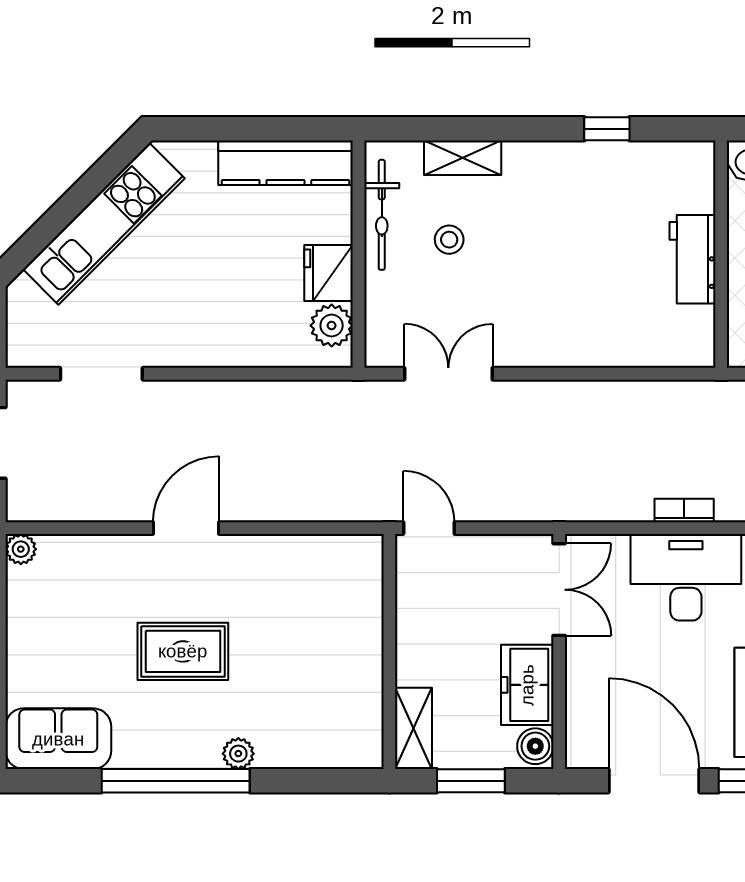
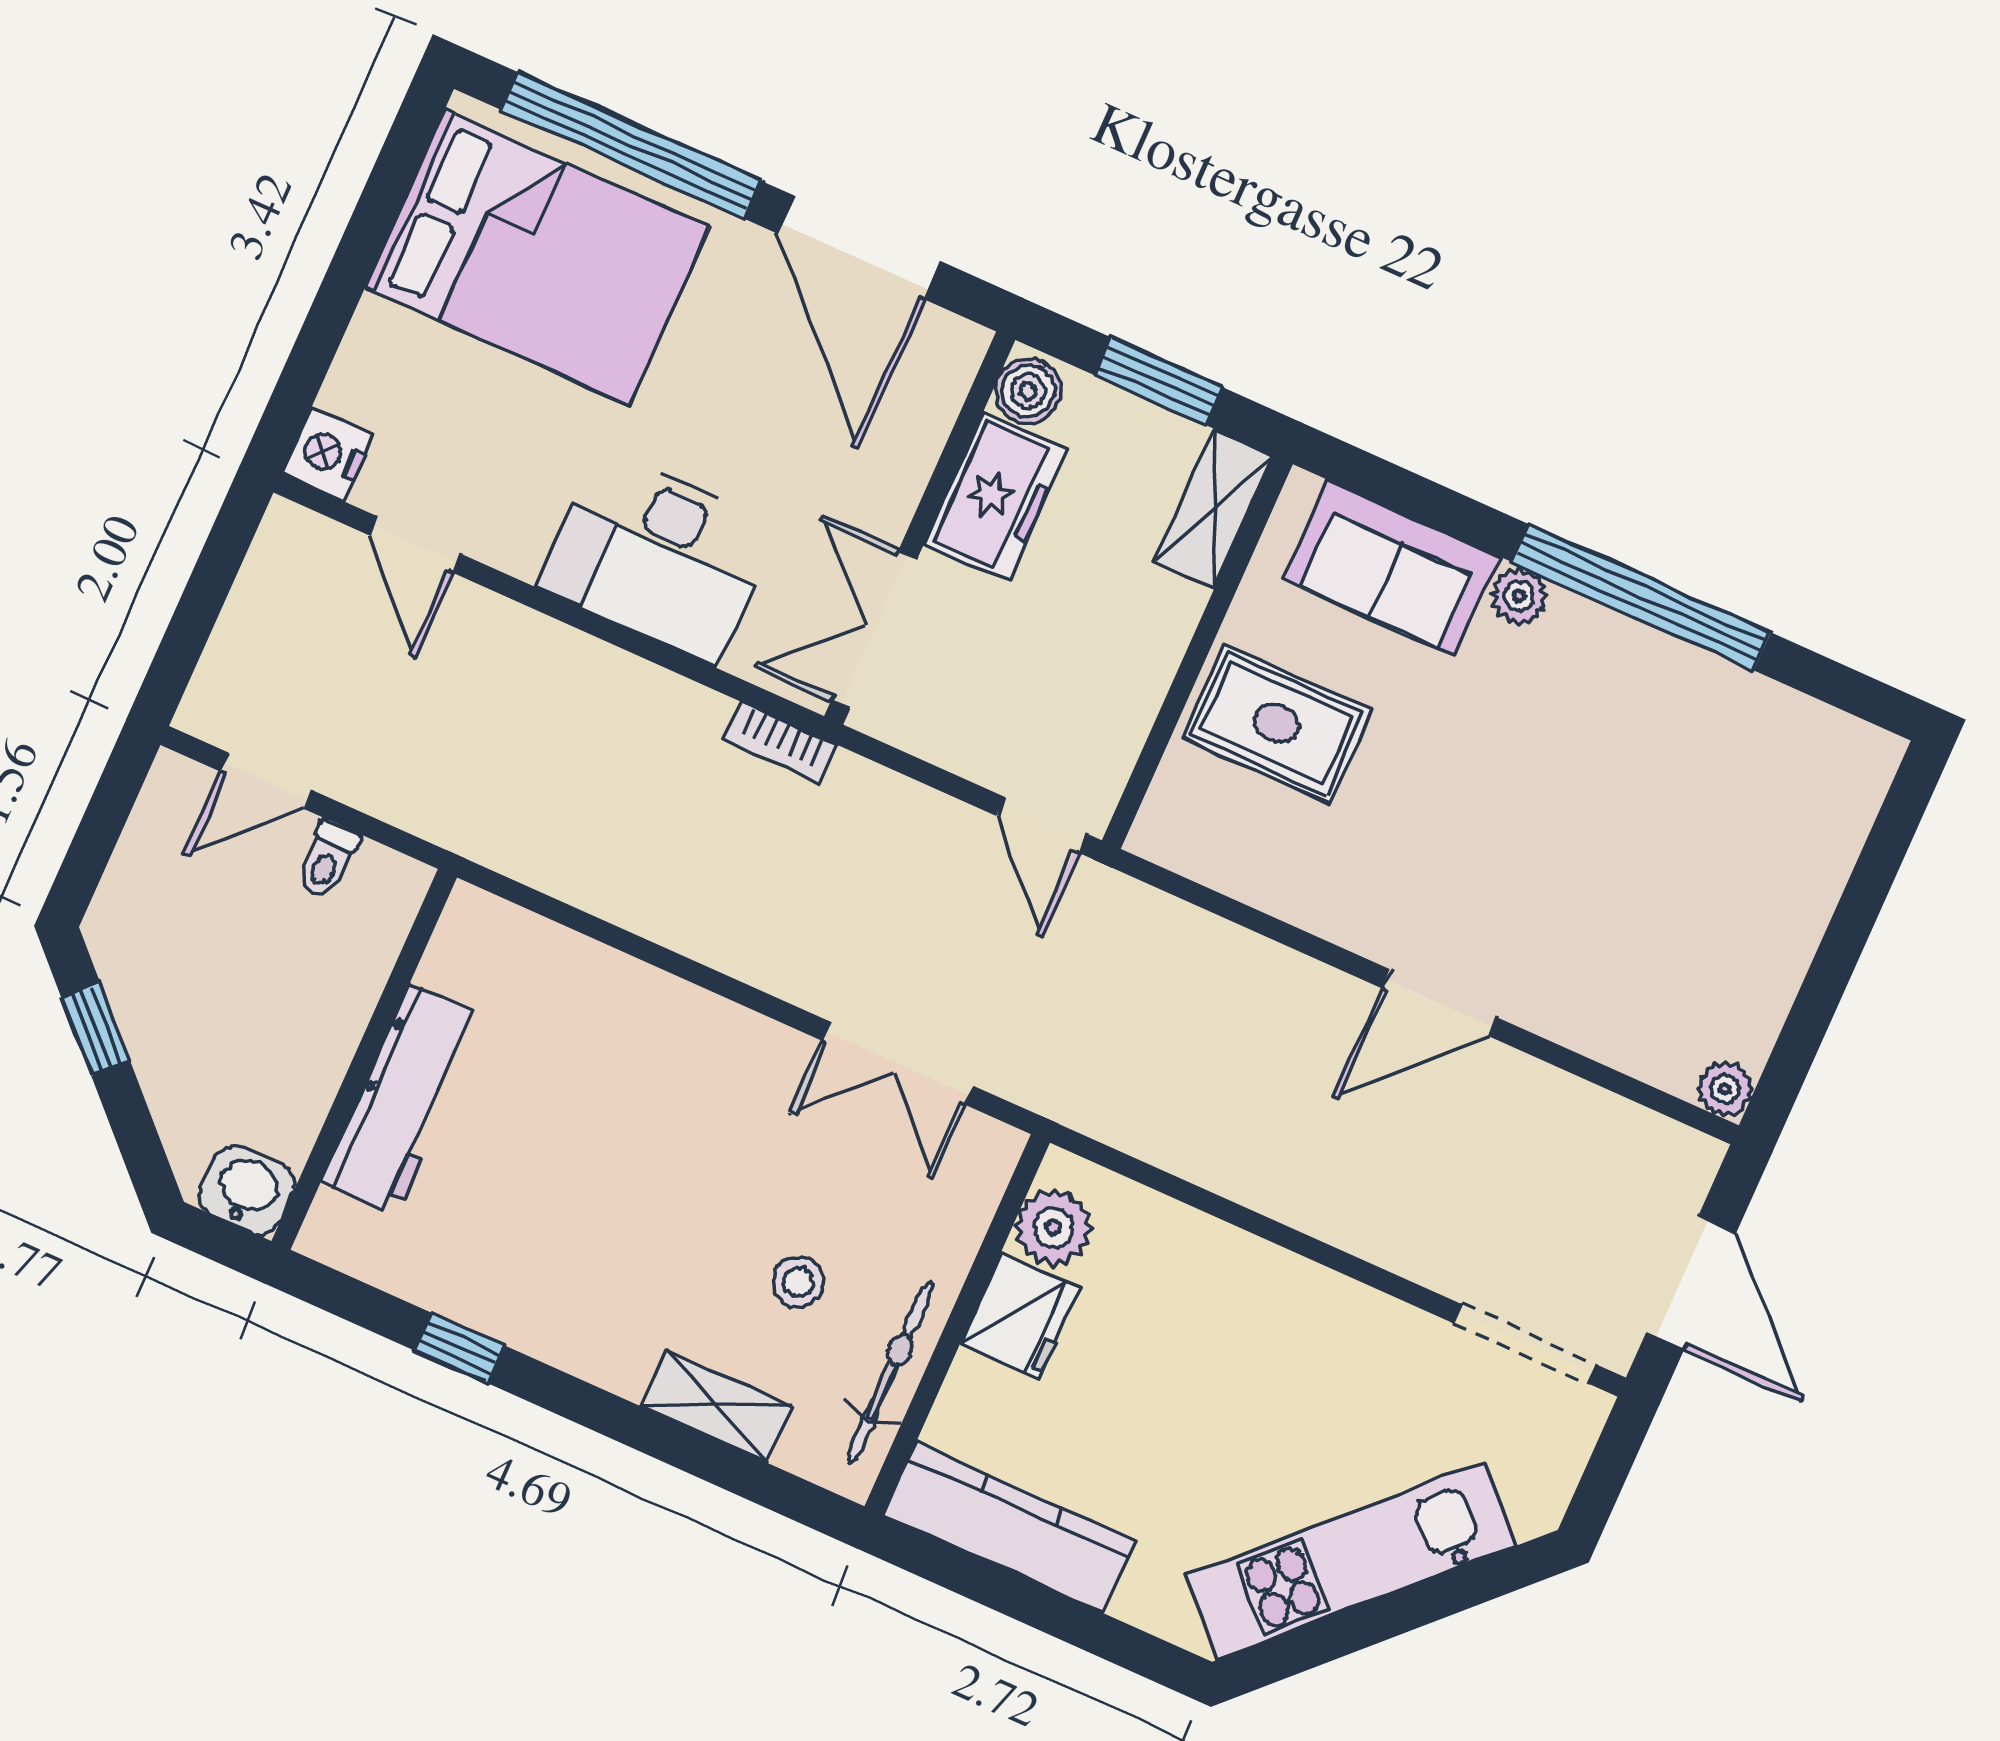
workbench: (692, 259) -> (403, 1099), width x1.38
doorway: (101, 374) -> (1525, 1344), moved
bookcase: (684, 510) -> (780, 742), moved
rug: (183, 651) -> (1277, 723), moved
sofa: (58, 739) -> (1391, 568), moved

